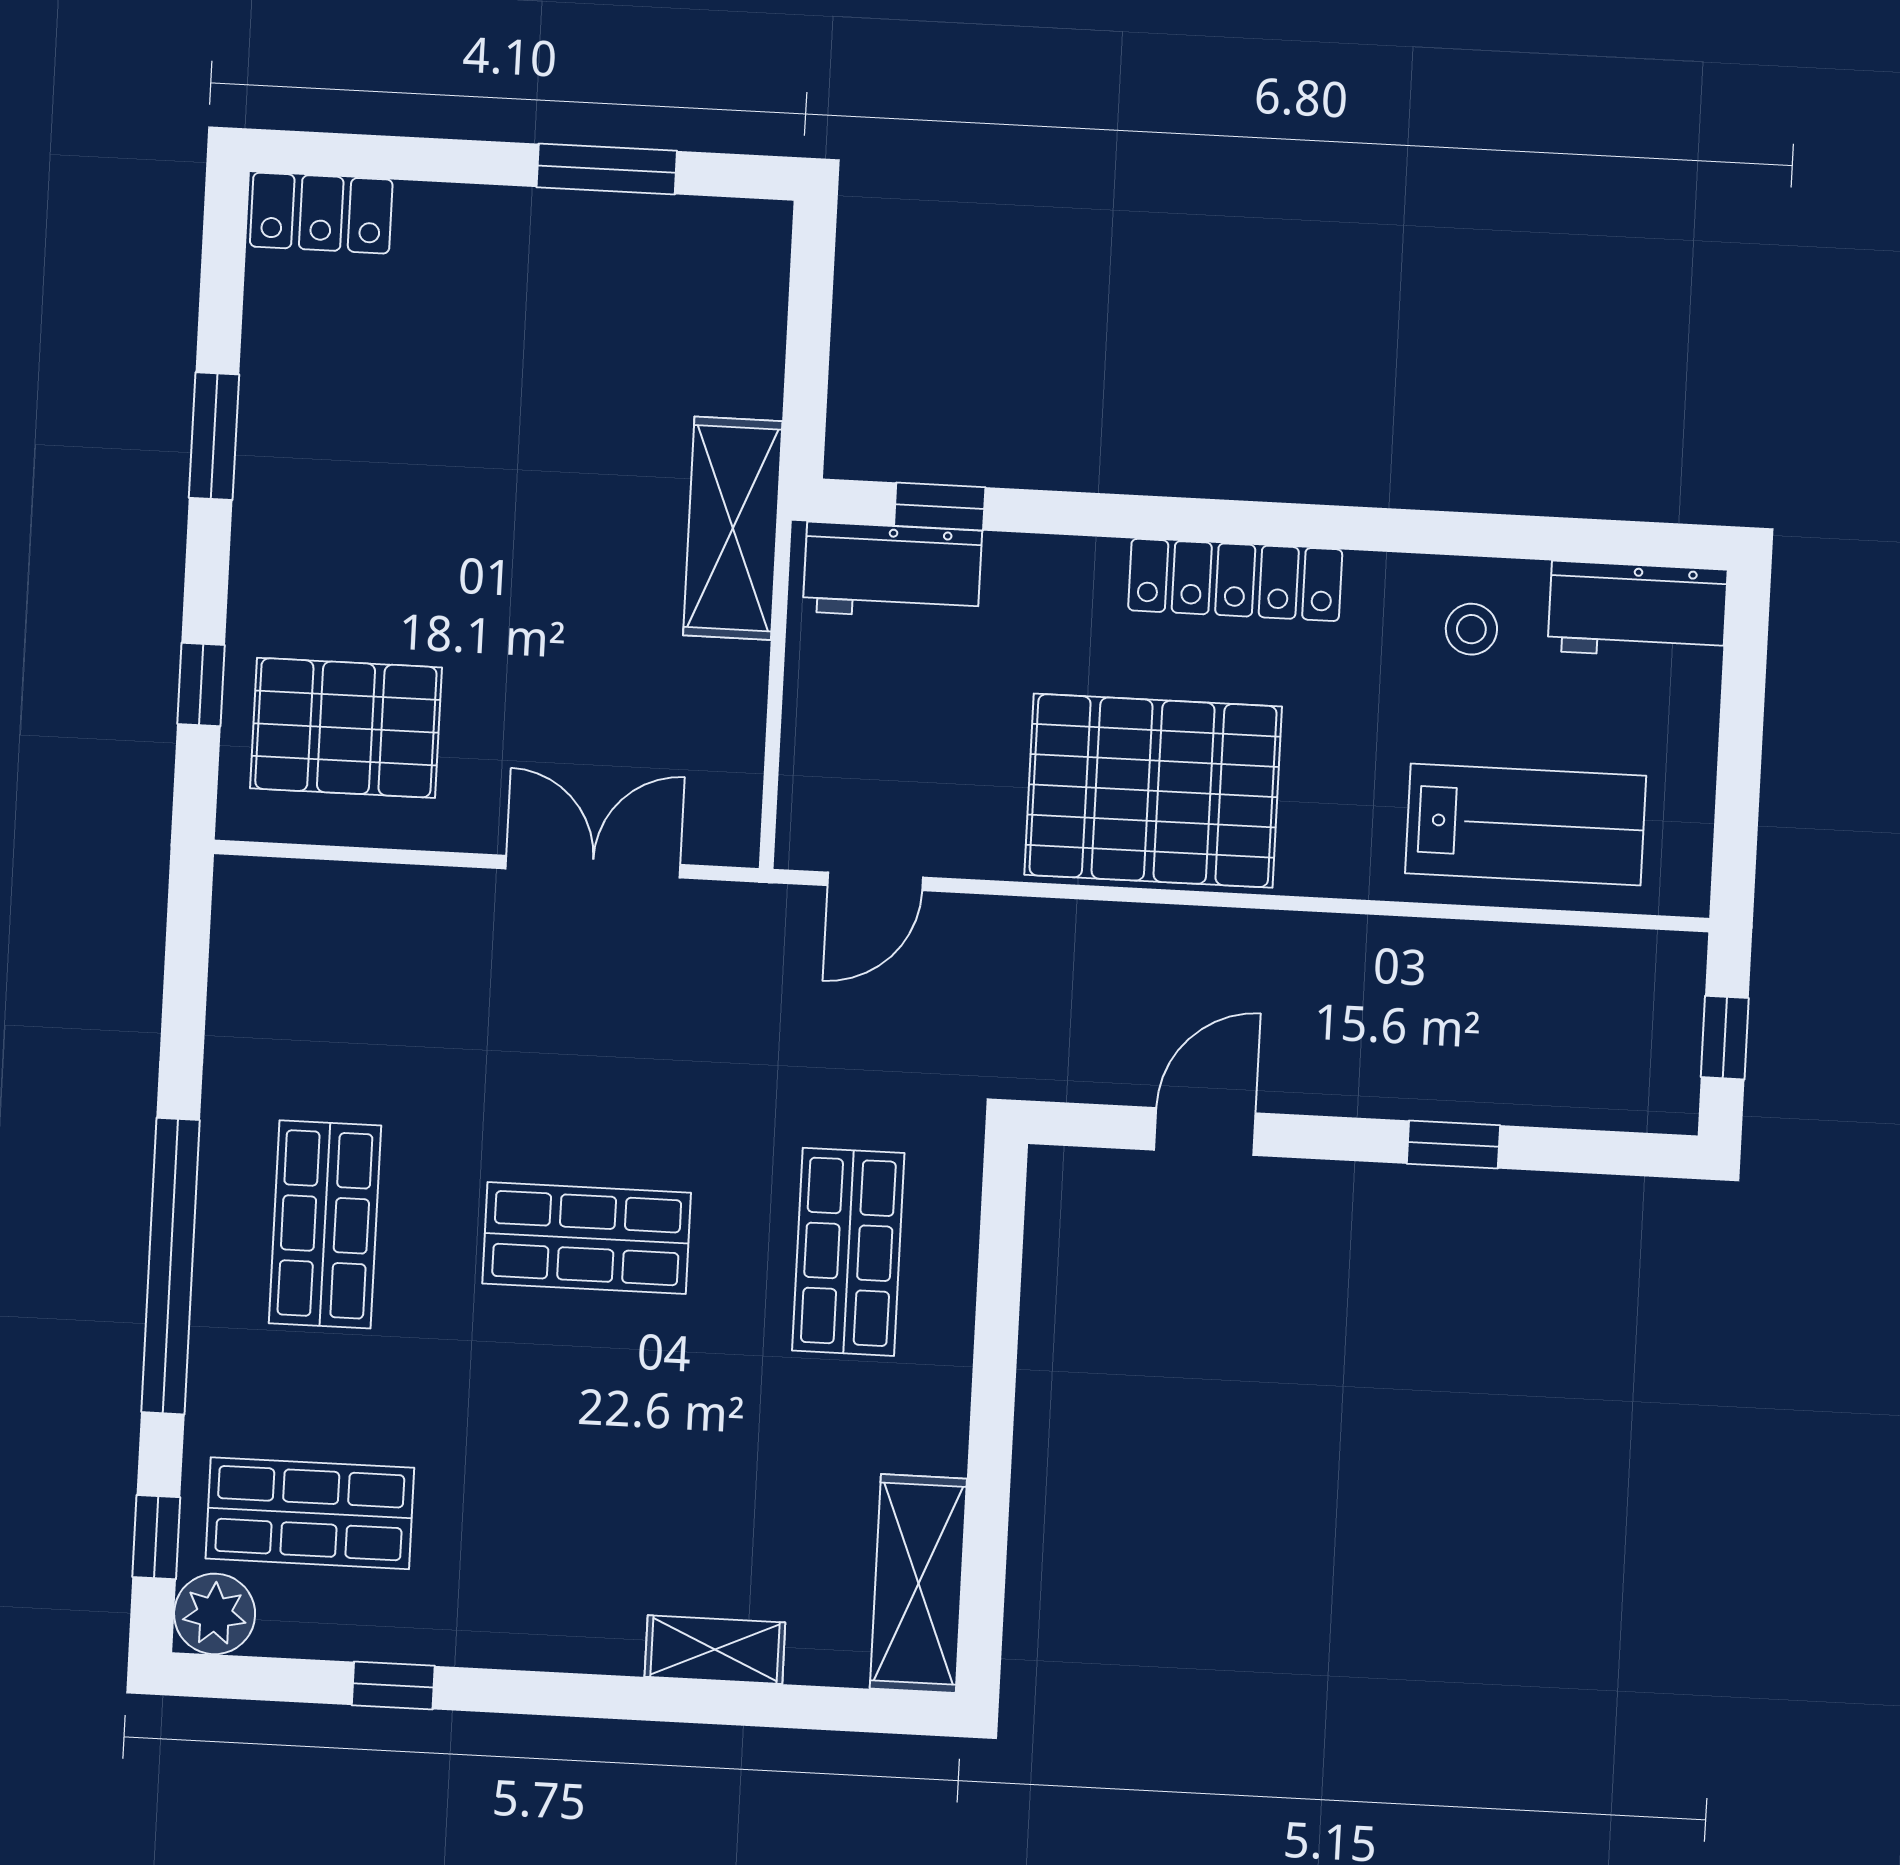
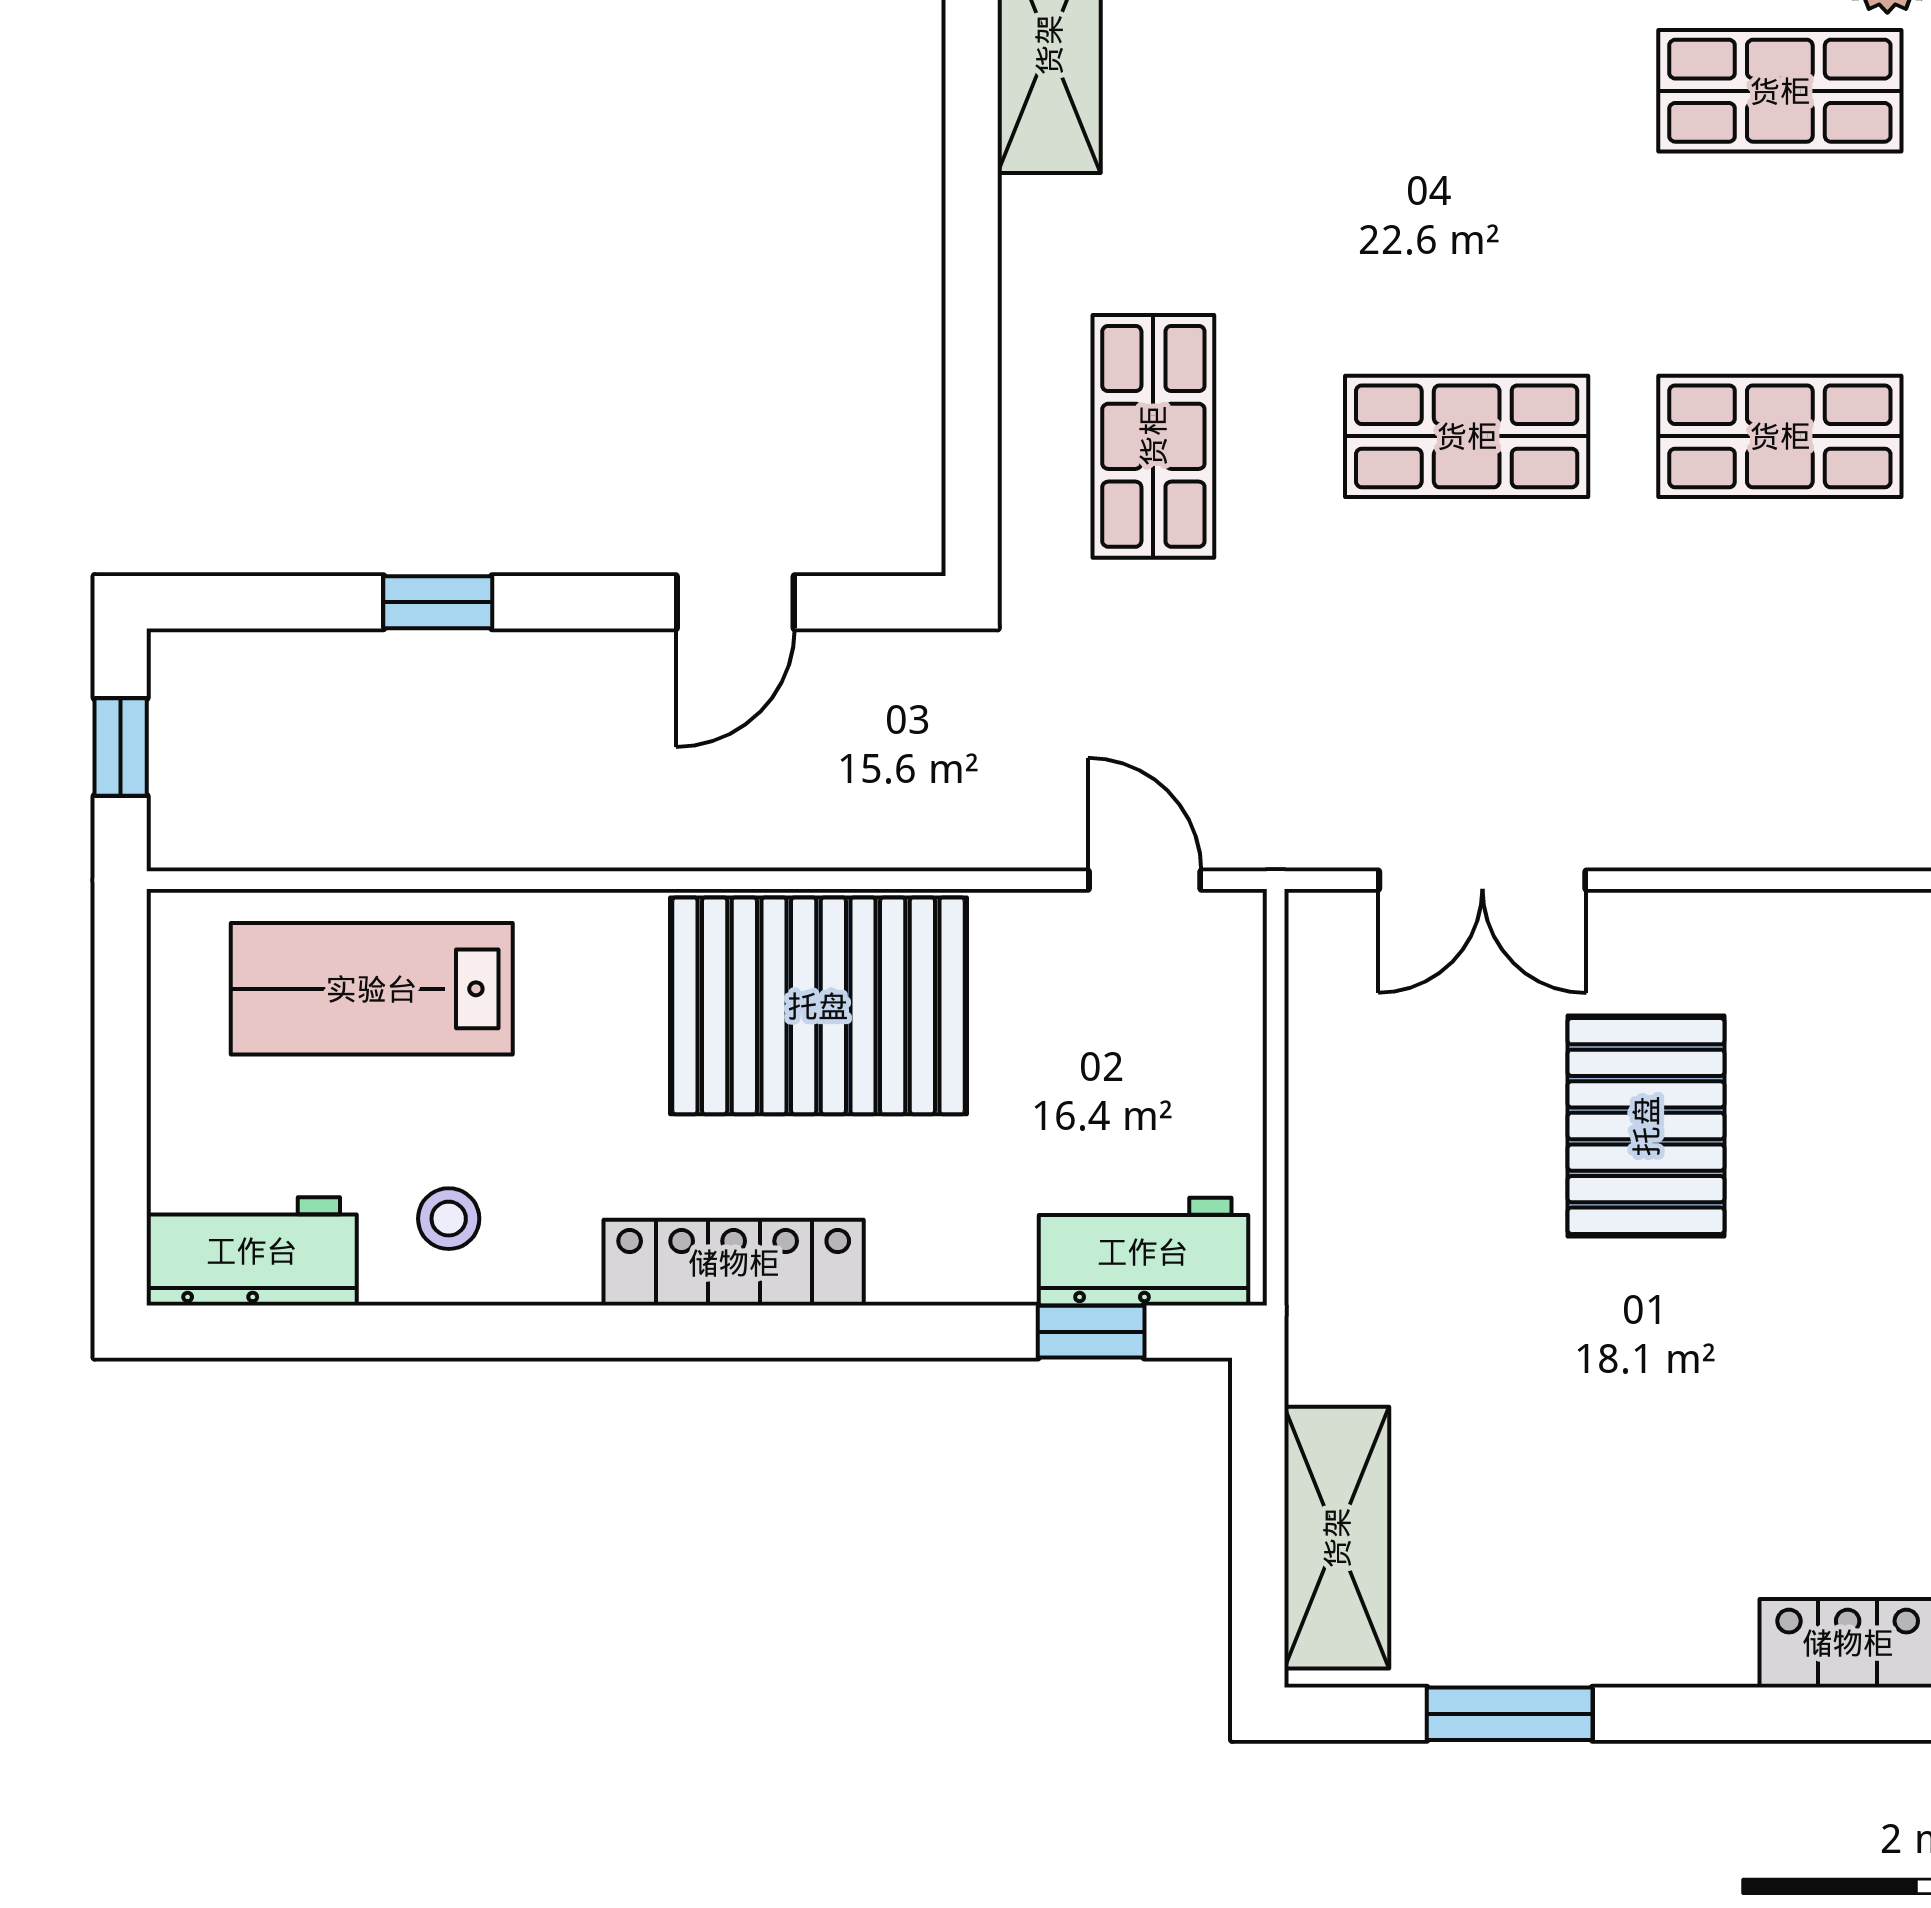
shelving: (733, 528) -> (1337, 1538), moved
pallet: (346, 728) -> (1646, 1126), moved, turned 90
door: (875, 881) -> (1145, 880), hinge flipped
shop shelf: (325, 1224) -> (1780, 436), turned 90

